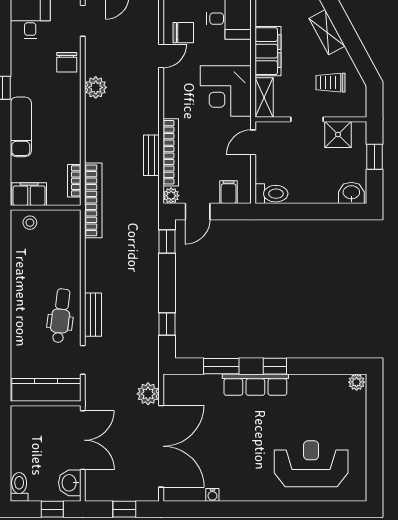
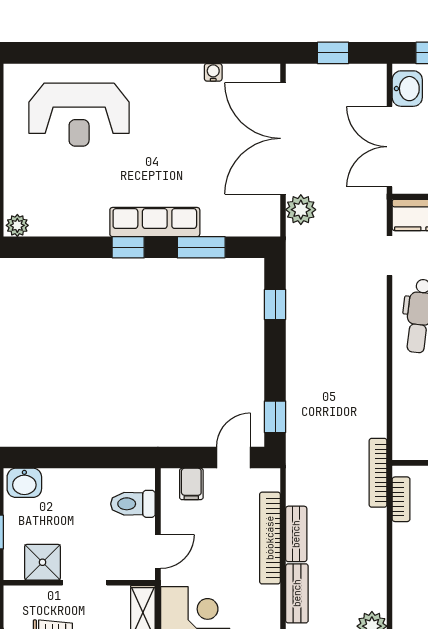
toilet: (271, 194) -> (133, 504), moved
plant: (171, 196) -> (269, 479), removed
bookcase: (93, 200) -> (378, 473), width x0.68, depth x0.76
bench: (93, 315) -> (297, 593), moved

